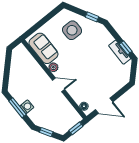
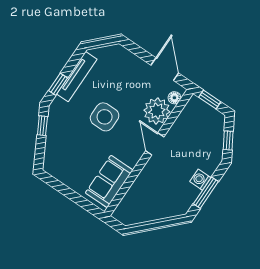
side table: (72, 30) -> (105, 117), moved
window: (126, 48) -> (58, 84), moved
tv unit: (120, 52) -> (77, 77), width x1.41
plant: (53, 67) -> (157, 111), moved, width x1.88, depth x1.88

